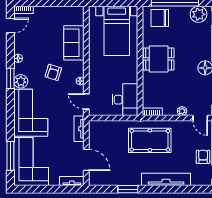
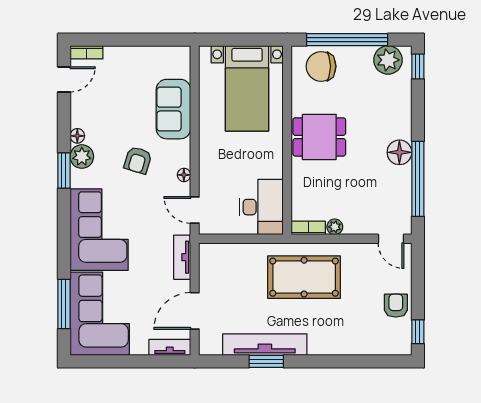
plant: (21, 81) -> (82, 157), moved
plant: (182, 111) -> (335, 227), moved
door: (86, 160) -> (195, 311), swing flipped
tv unit: (166, 179) -> (265, 345), moved

